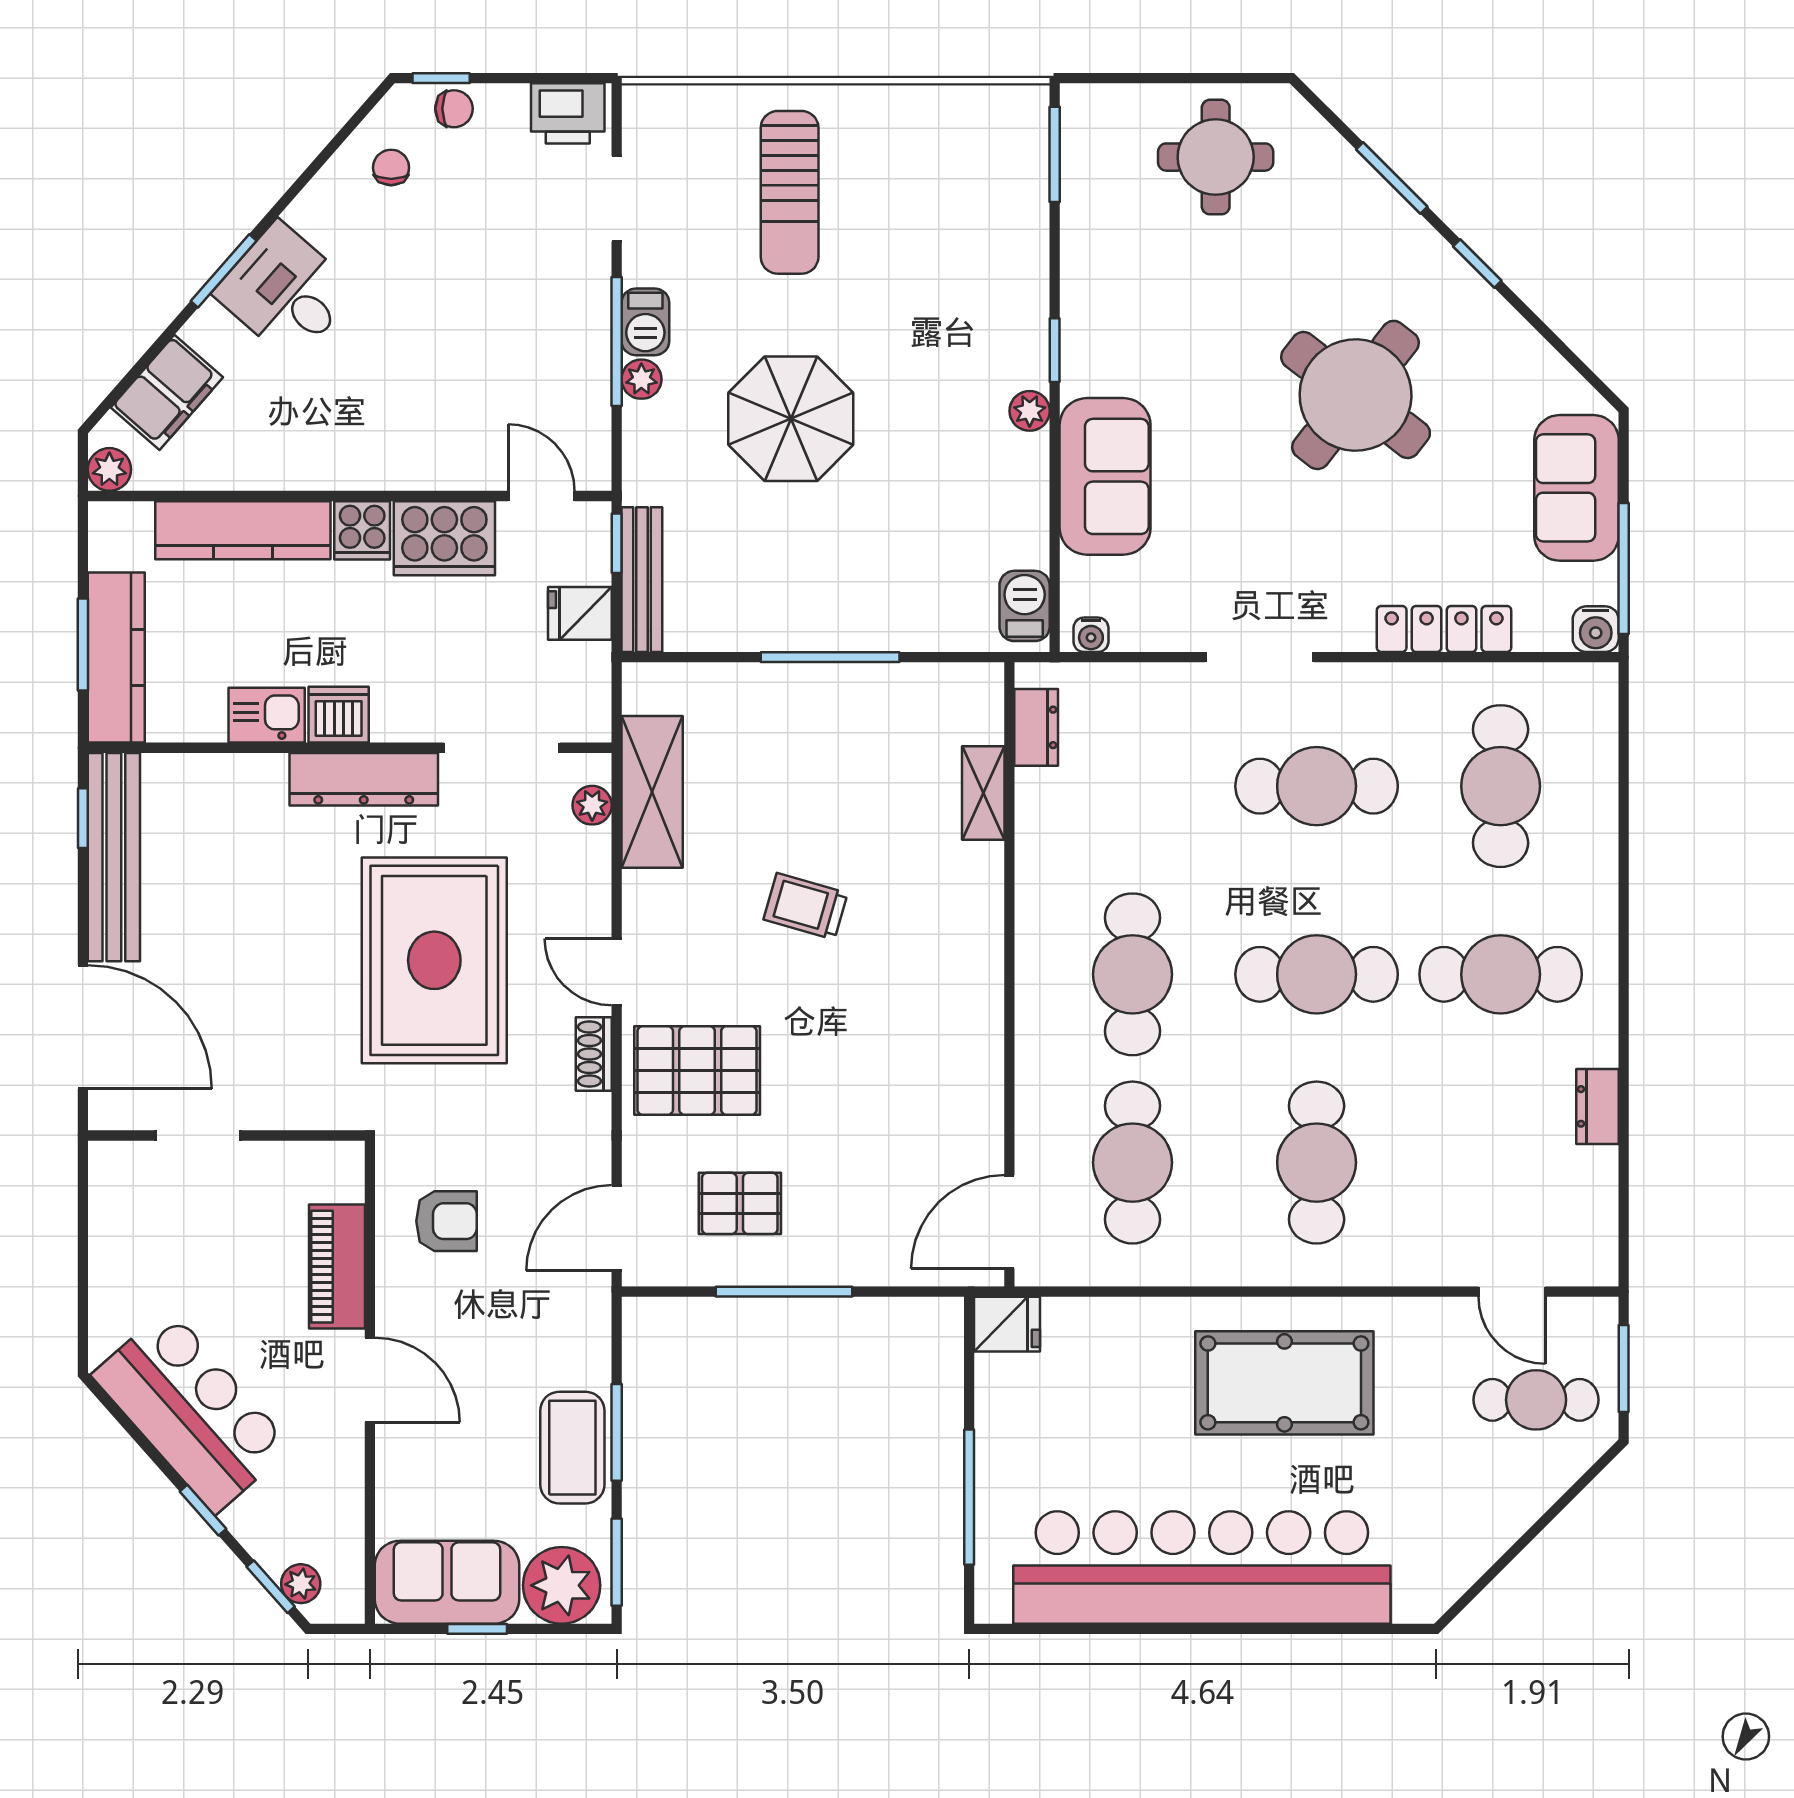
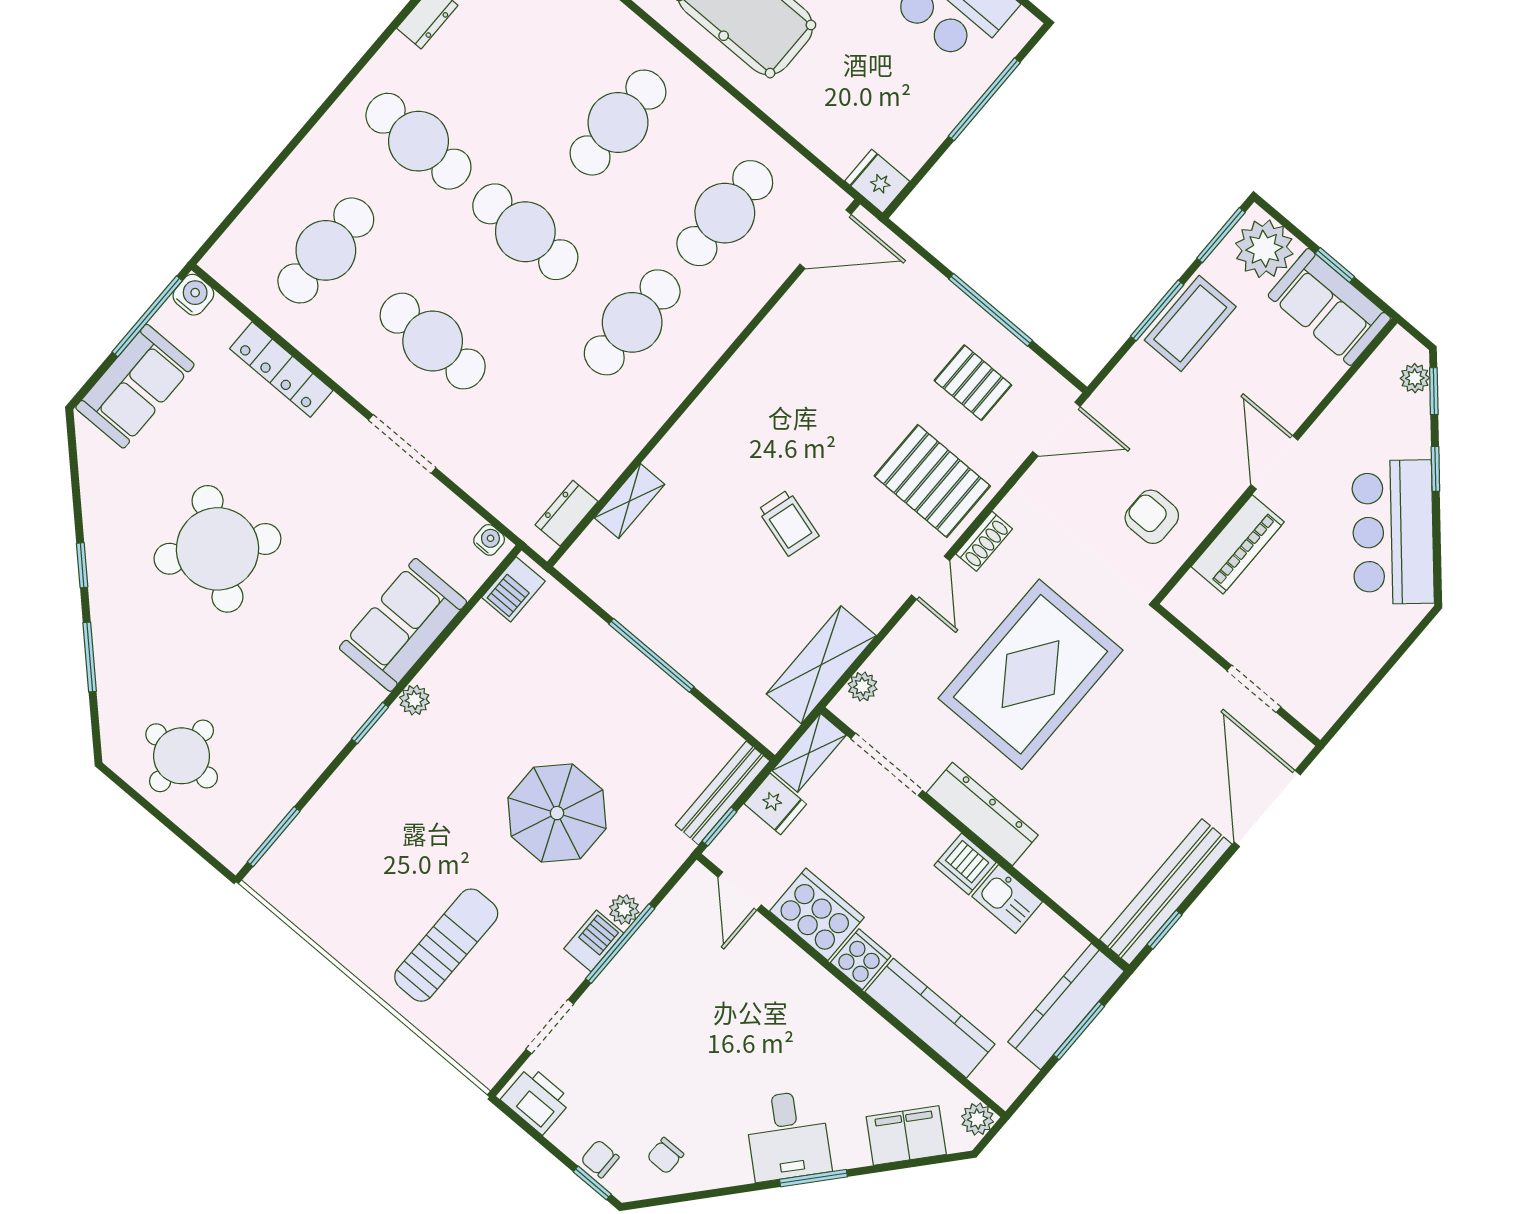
shelving: (589, 693) -> (809, 753), added

